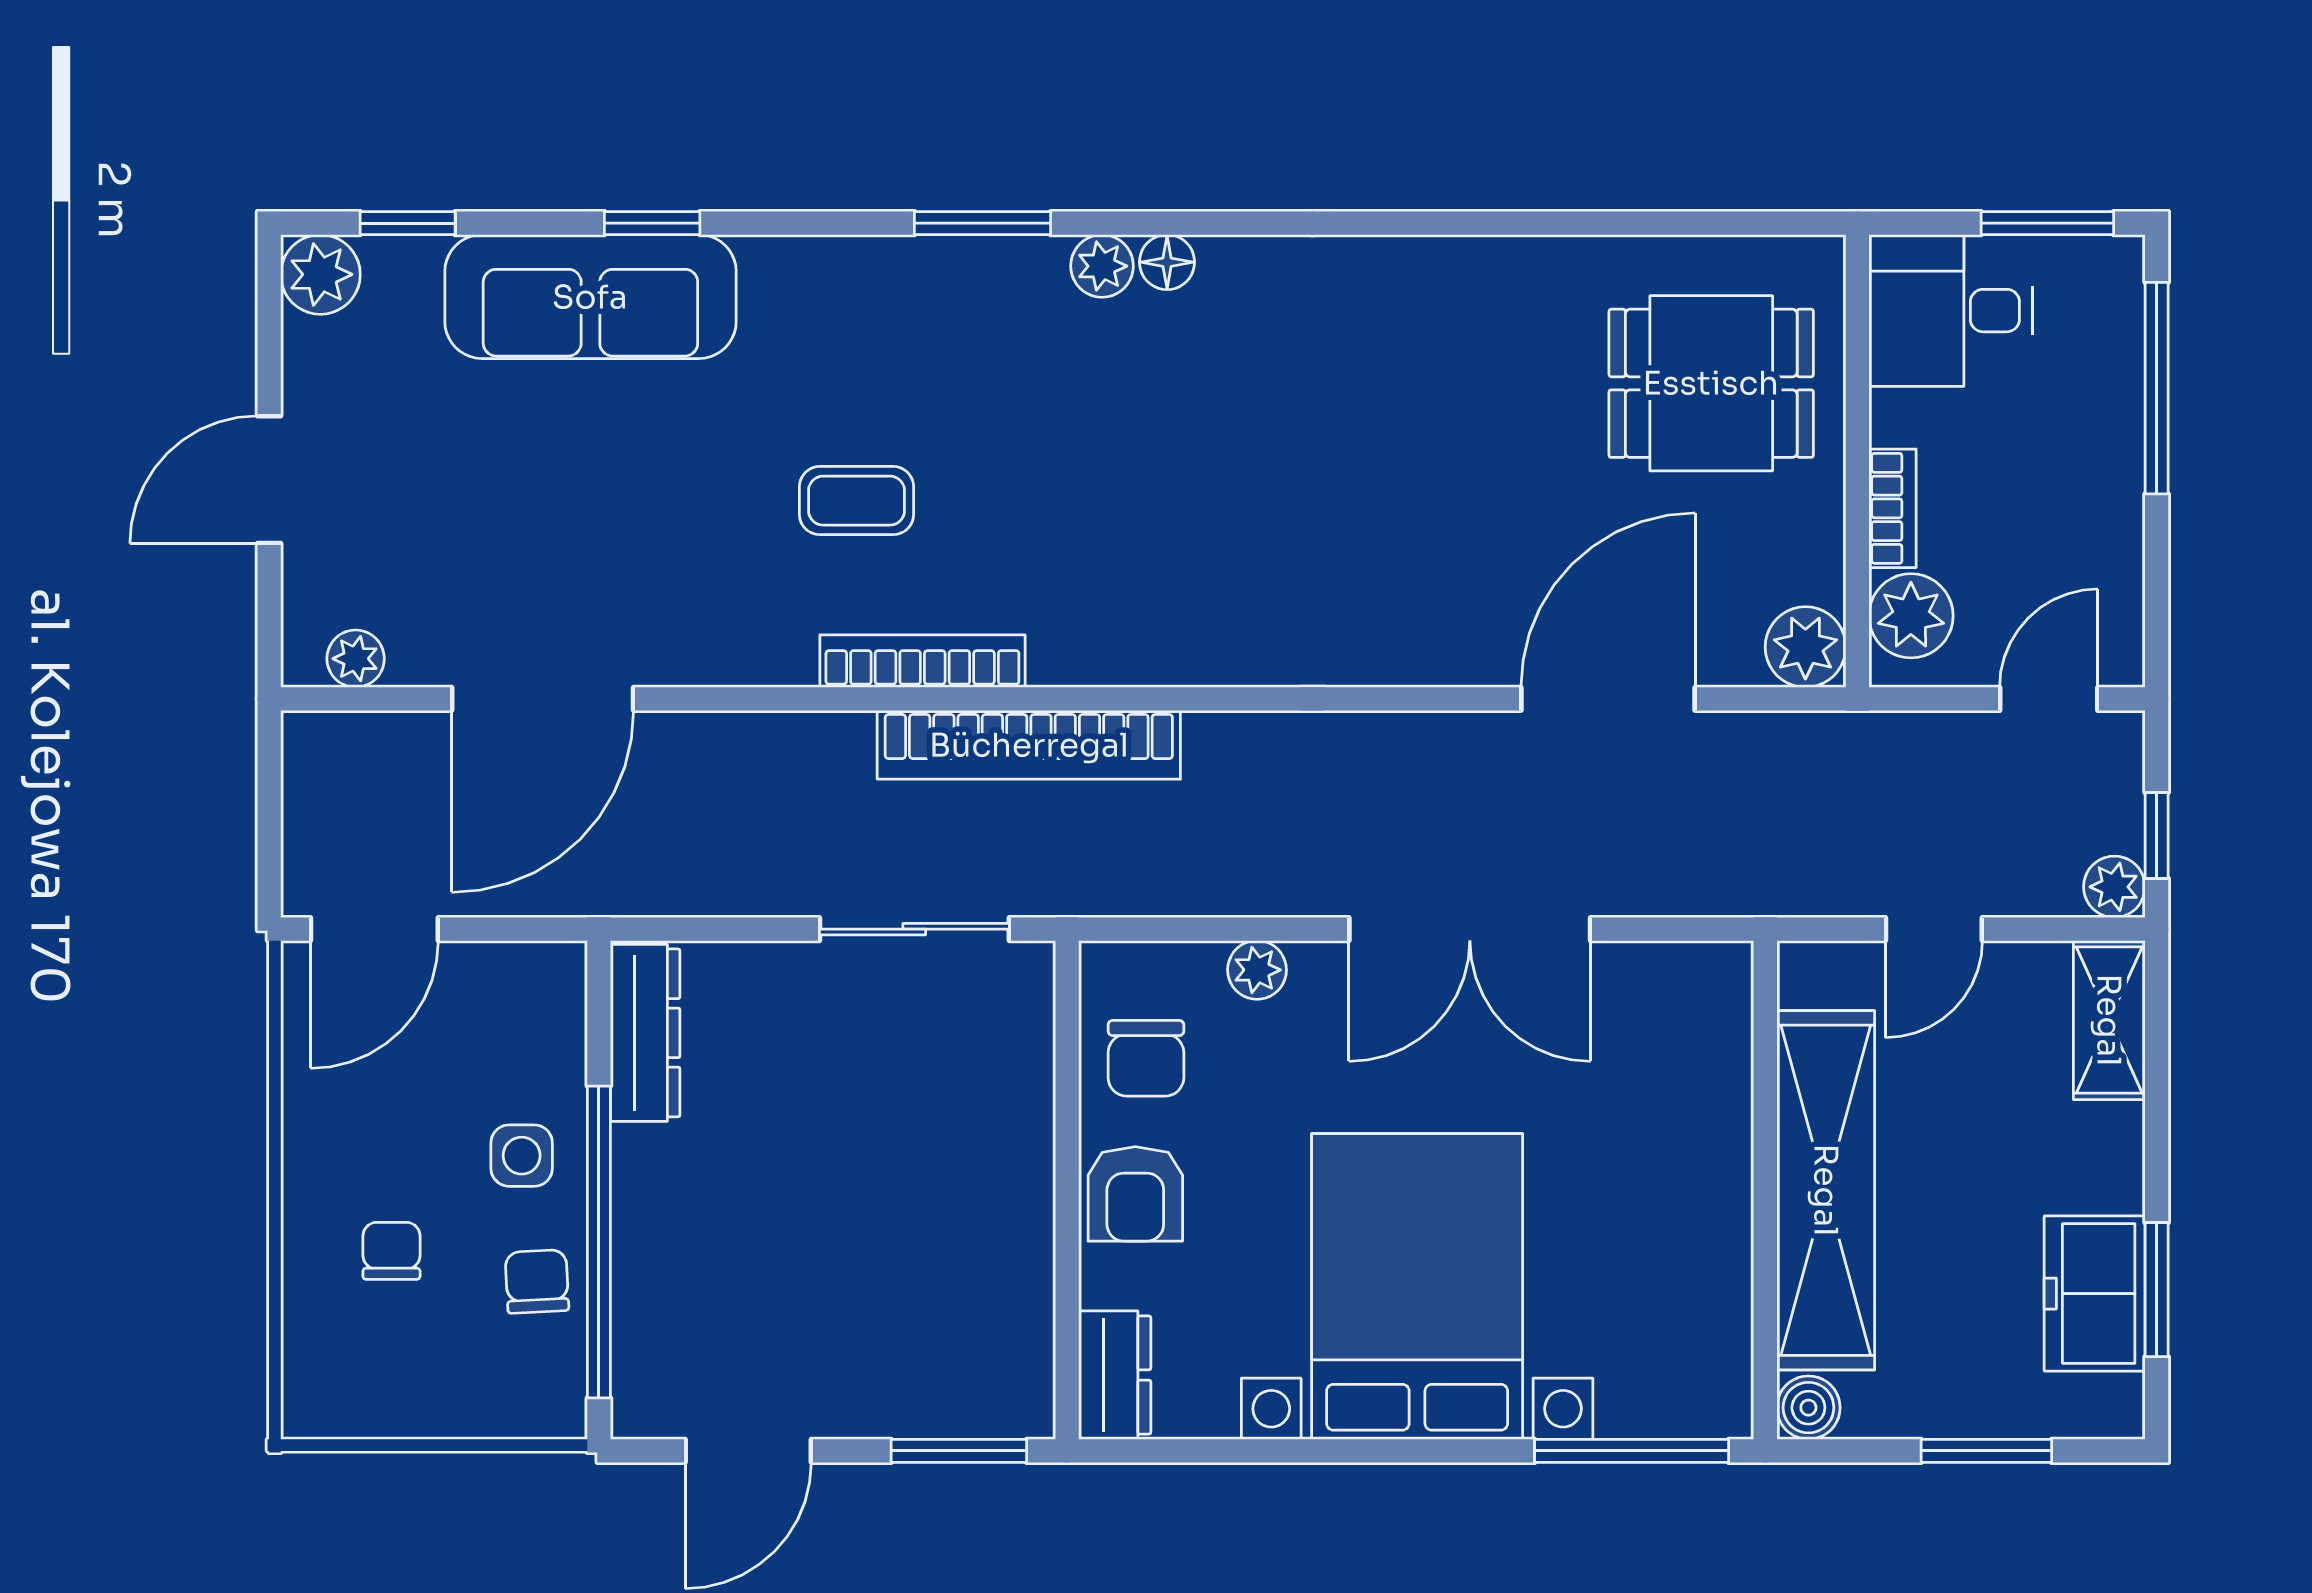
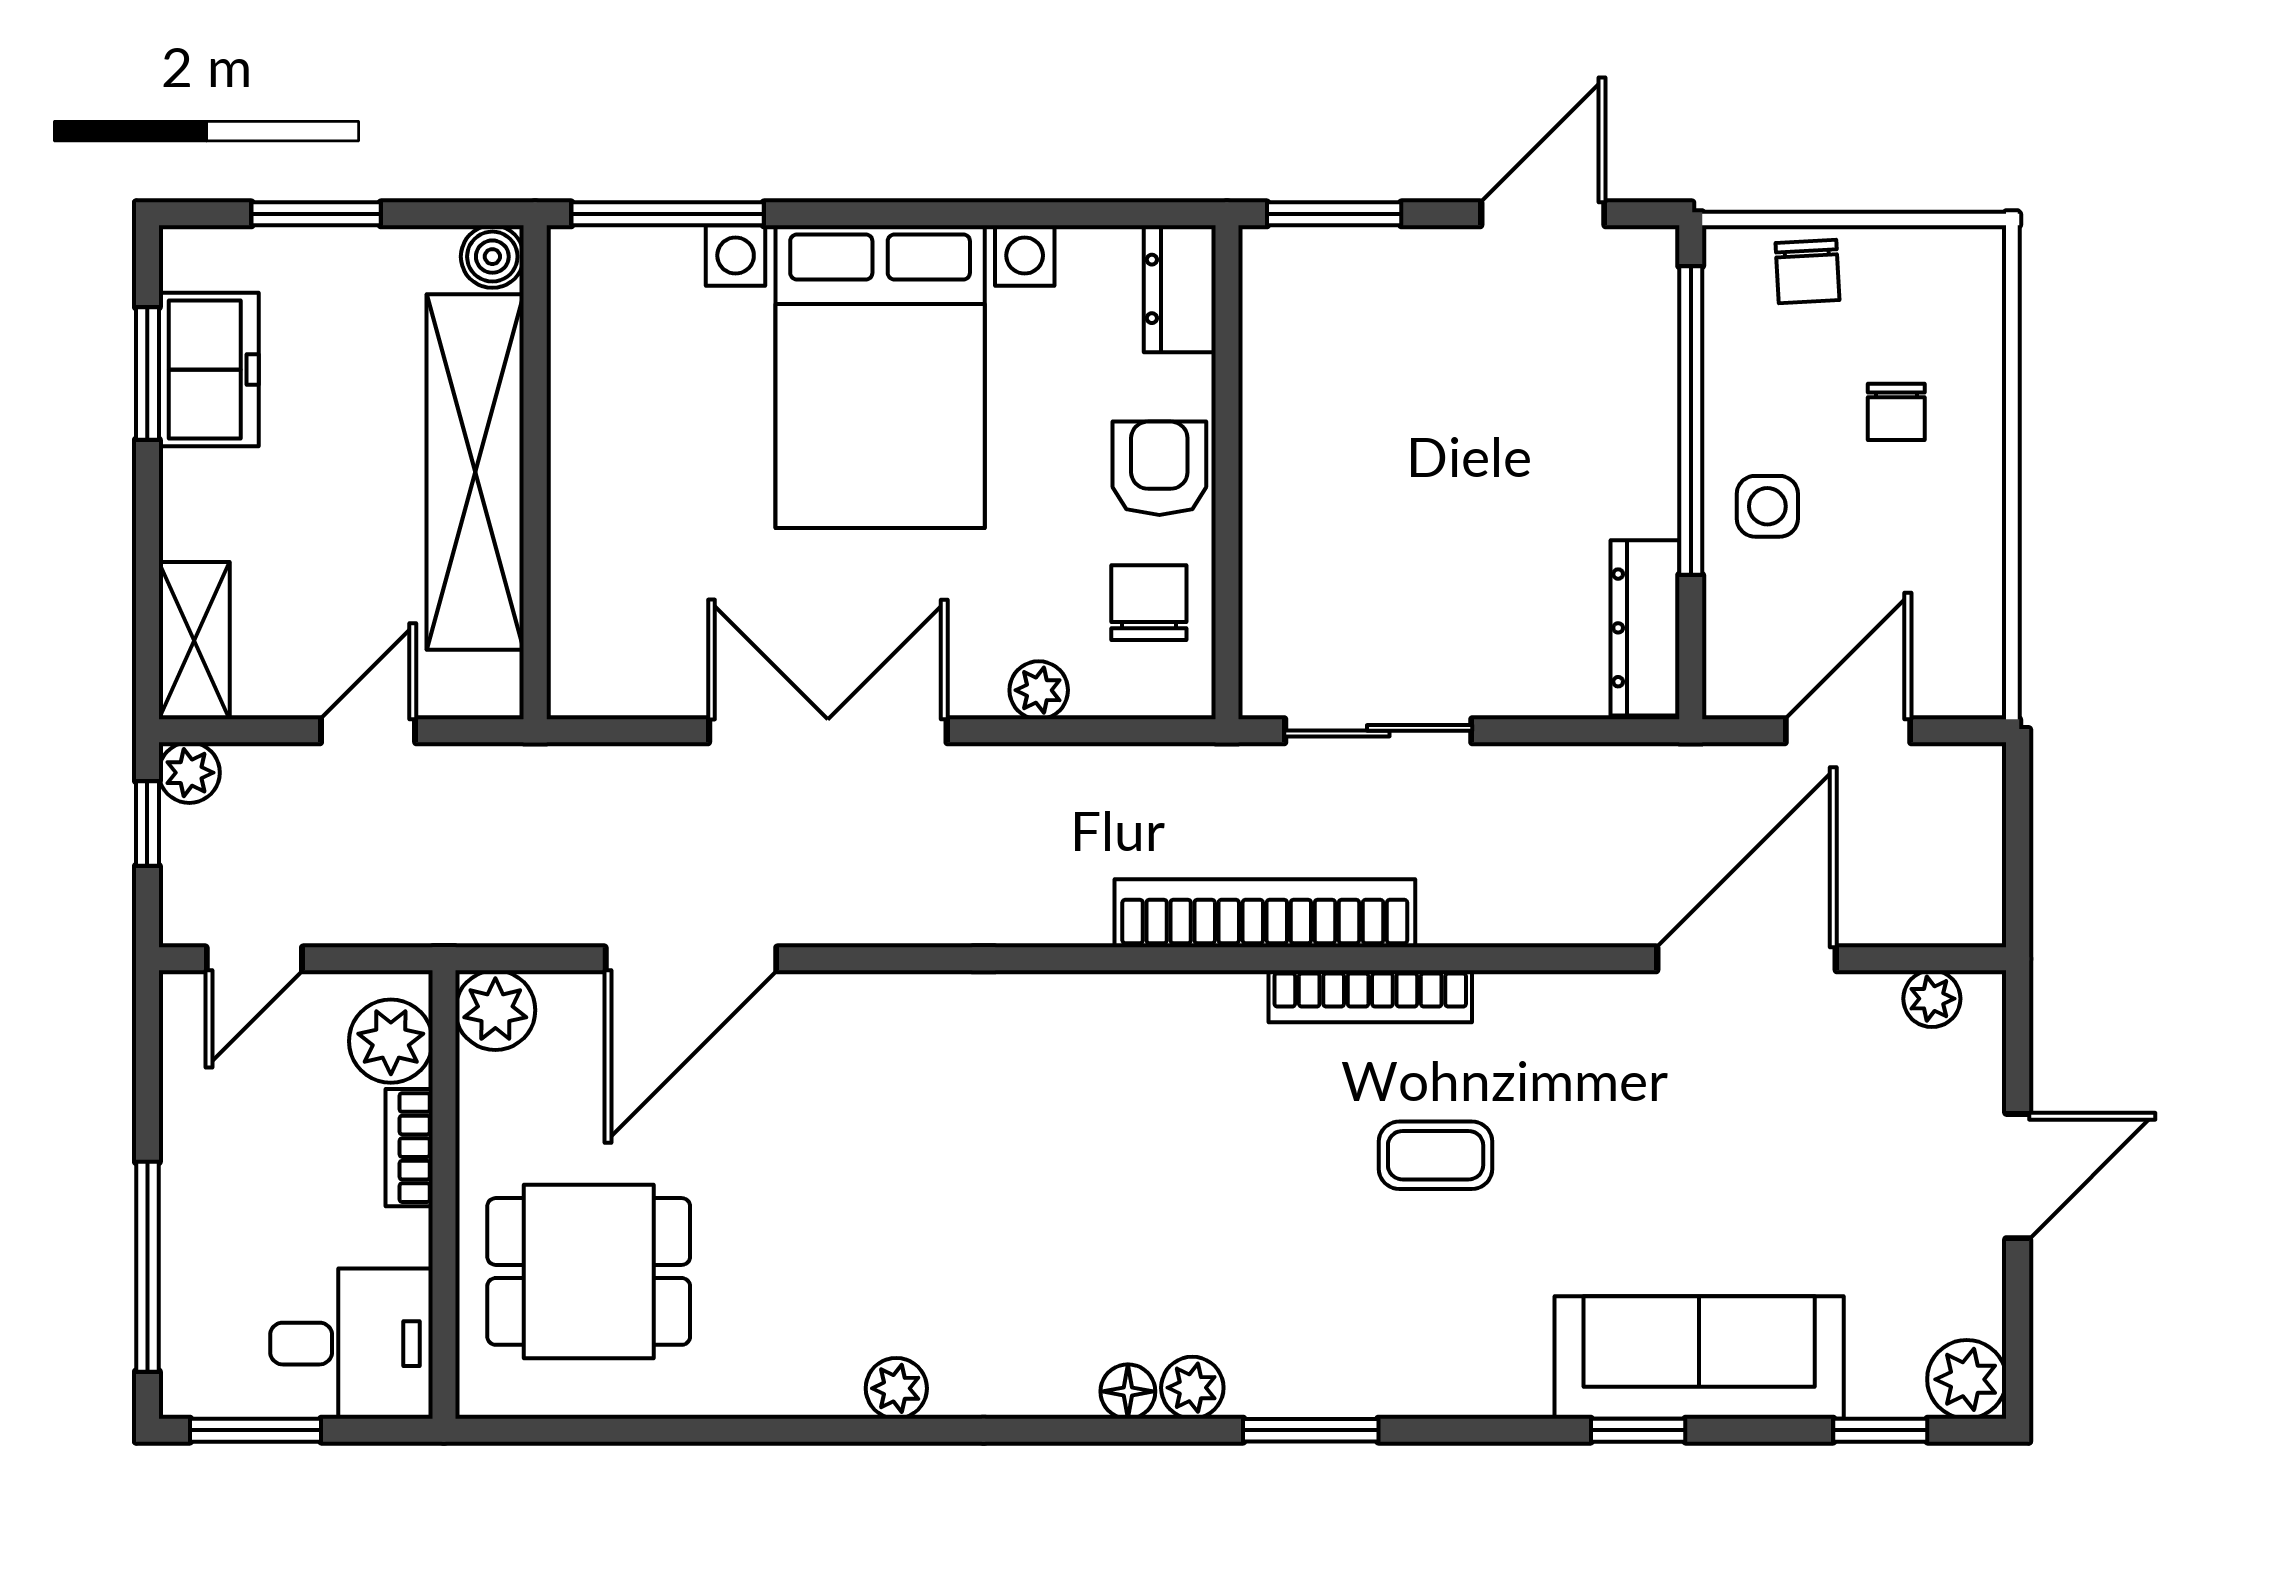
plant: (1401, 265) -> (896, 1388), added
door: (374, 929) -> (1848, 731), moved
chair: (537, 1281) -> (1808, 272), moved

